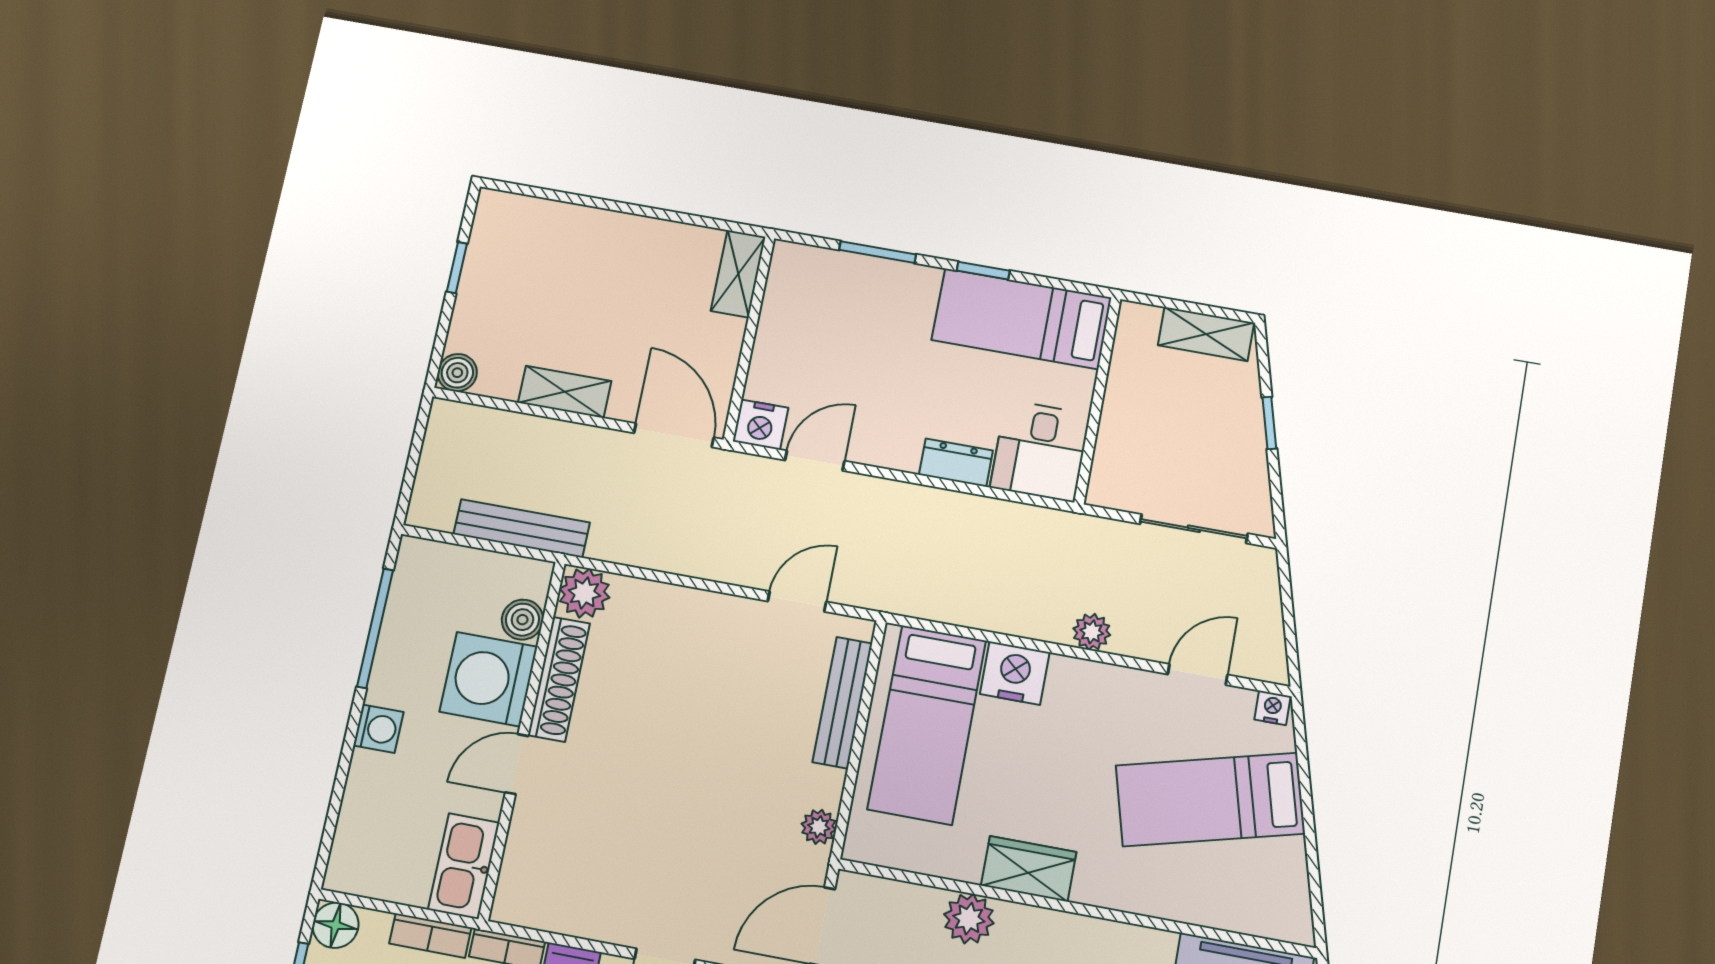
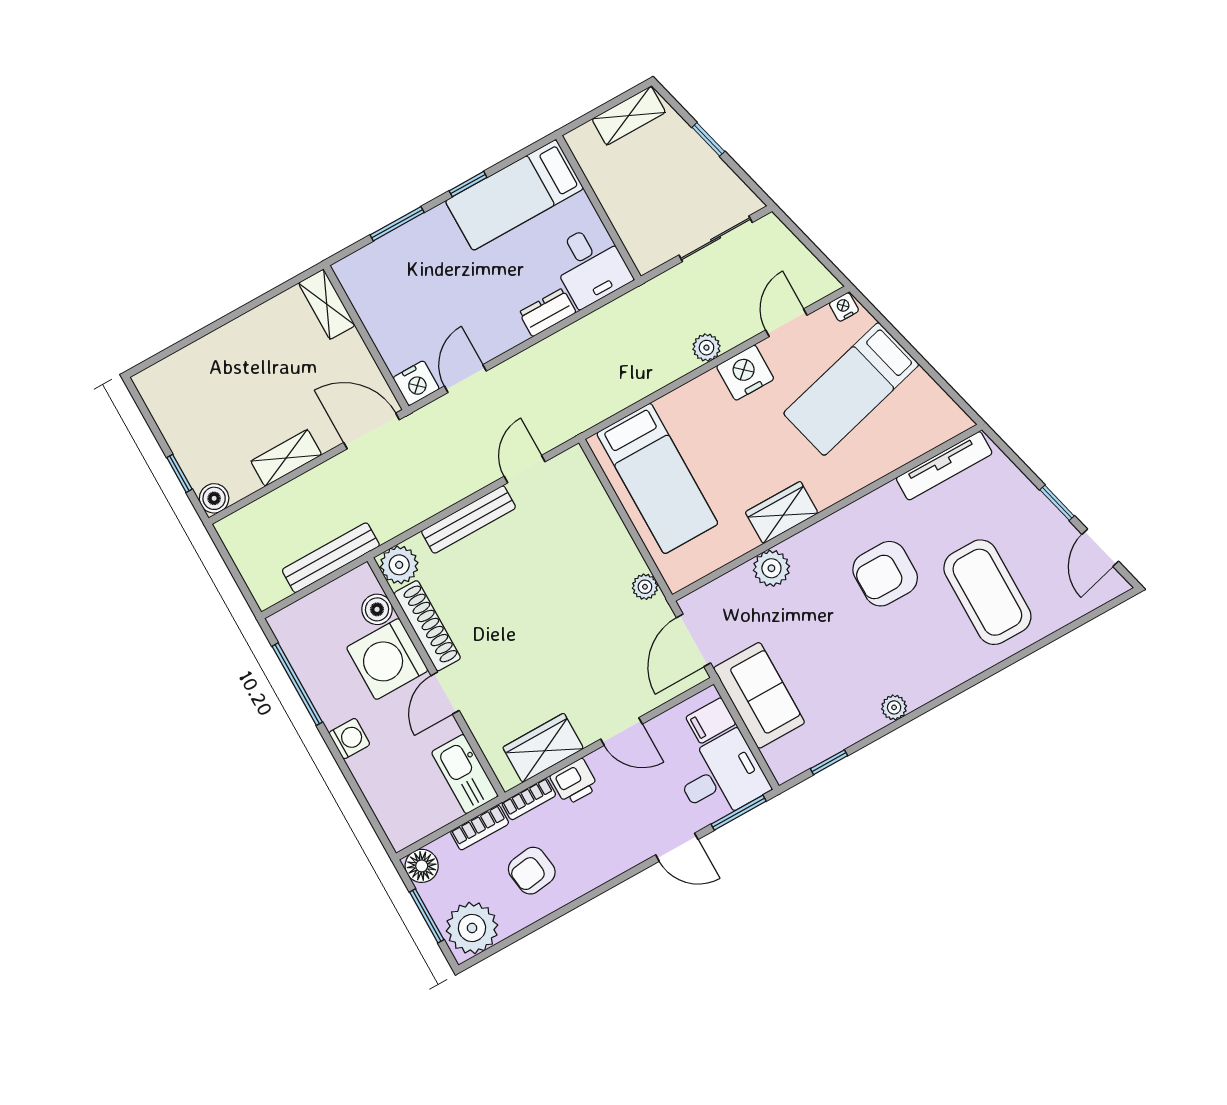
window: (457, 268) -> (179, 473), moved
nightstand: (1015, 673) -> (745, 373), moved
bench: (842, 703) -> (469, 519), moved, turned 90
wardrobe: (568, 907) -> (543, 748), added

